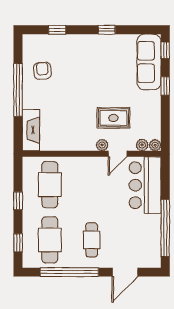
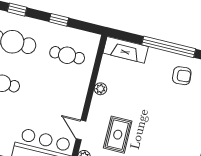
plant: (102, 145) -> (100, 89), moved
cafe table: (50, 185) -> (67, 55), width x0.73, depth x0.74

